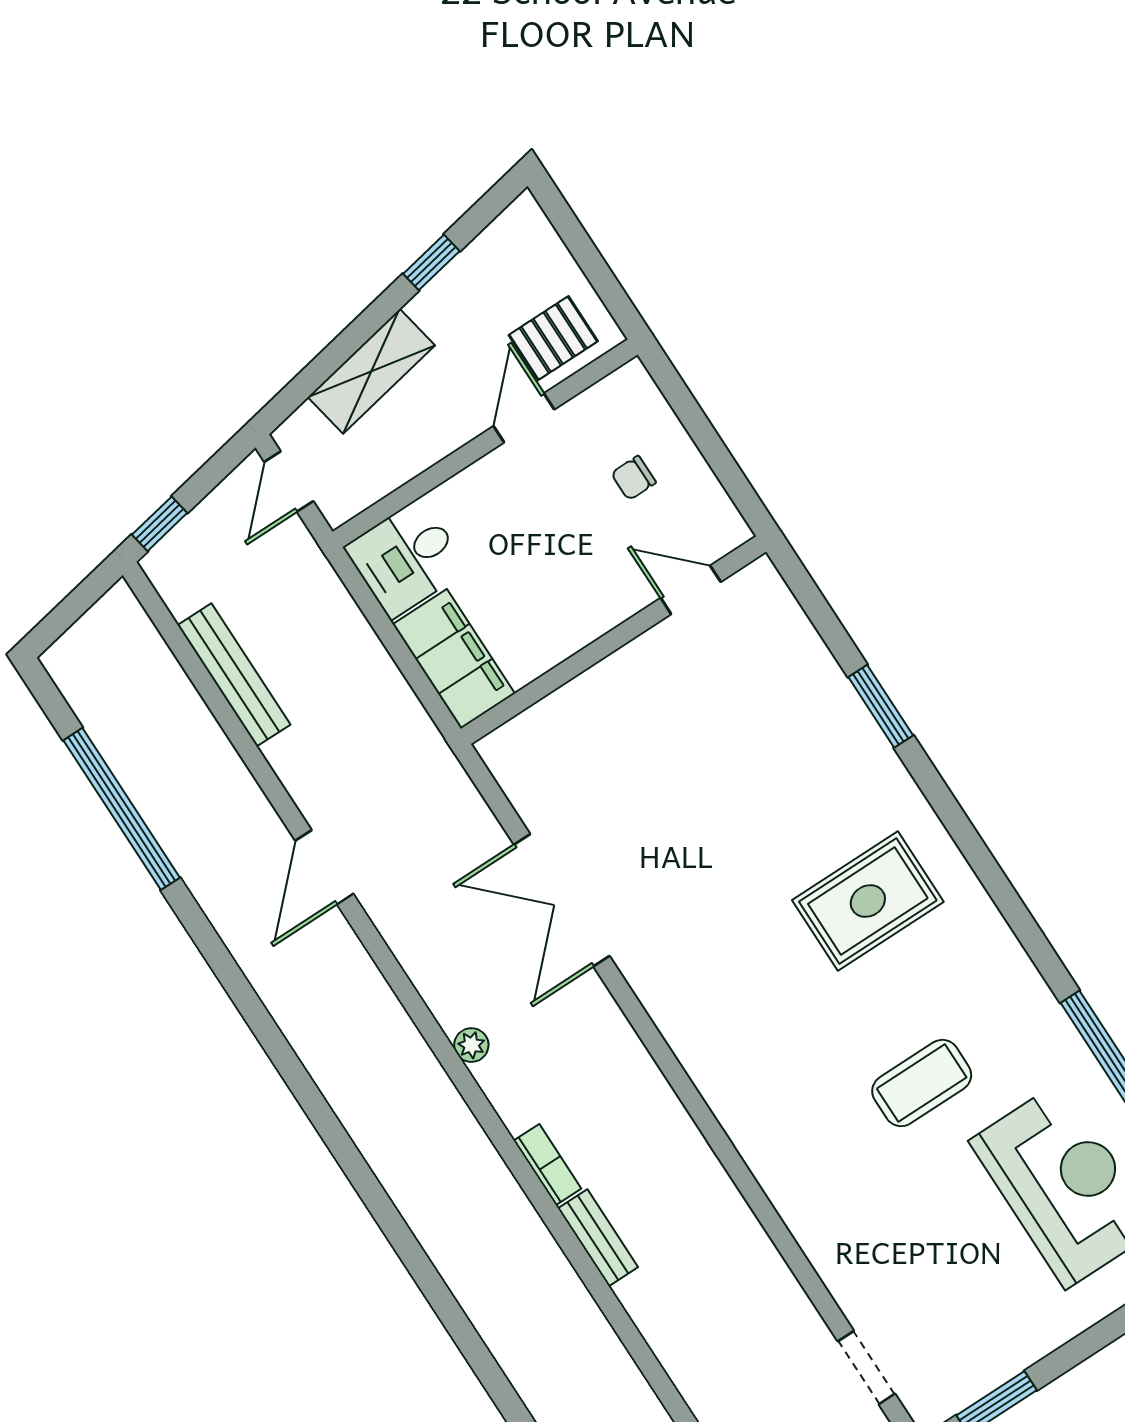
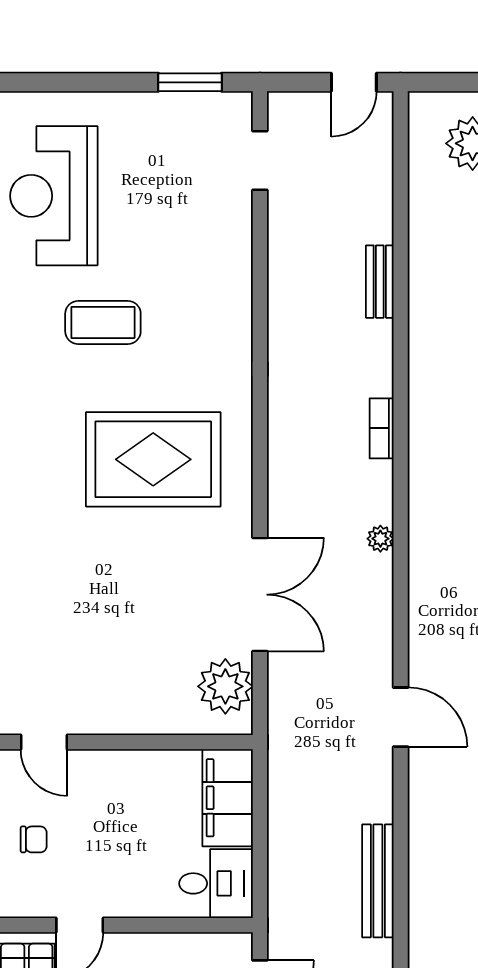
plant: (535, 777) -> (225, 686), added
door: (324, 867) -> (401, 717), hinge flipped
rug: (868, 901) -> (153, 459), moved, width x1.37, depth x1.44
bench: (598, 1238) -> (380, 282), moved

